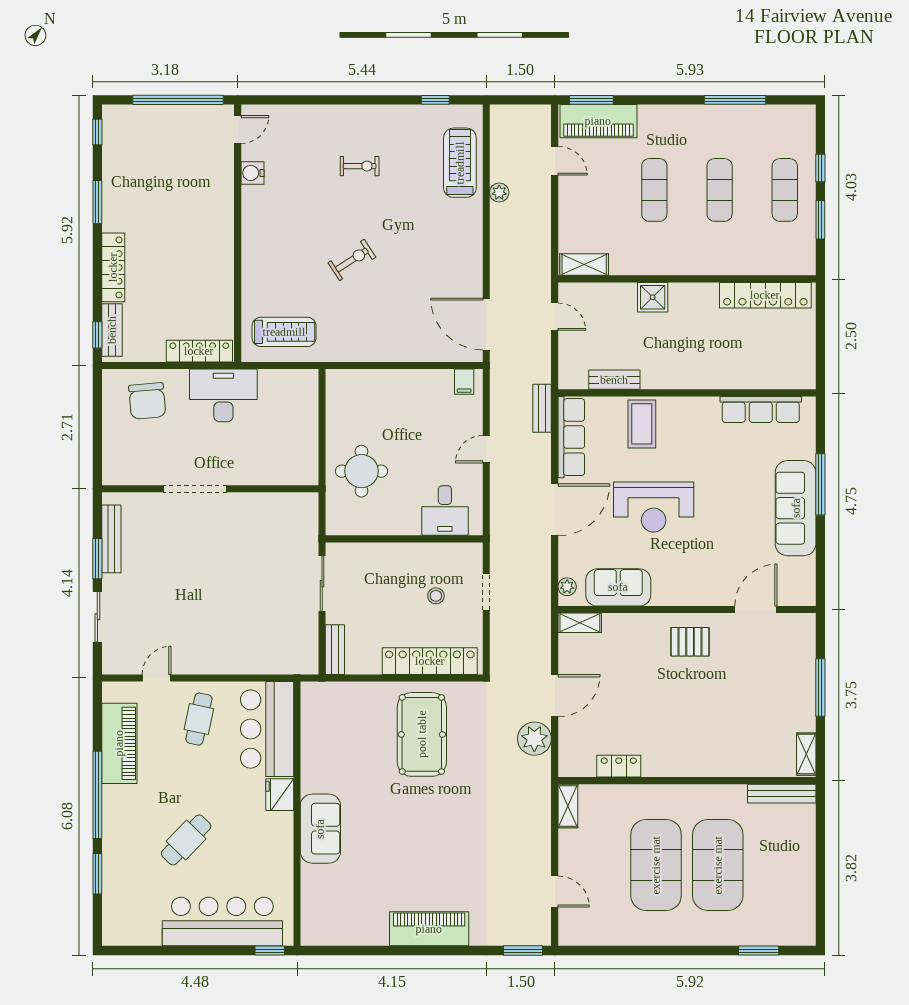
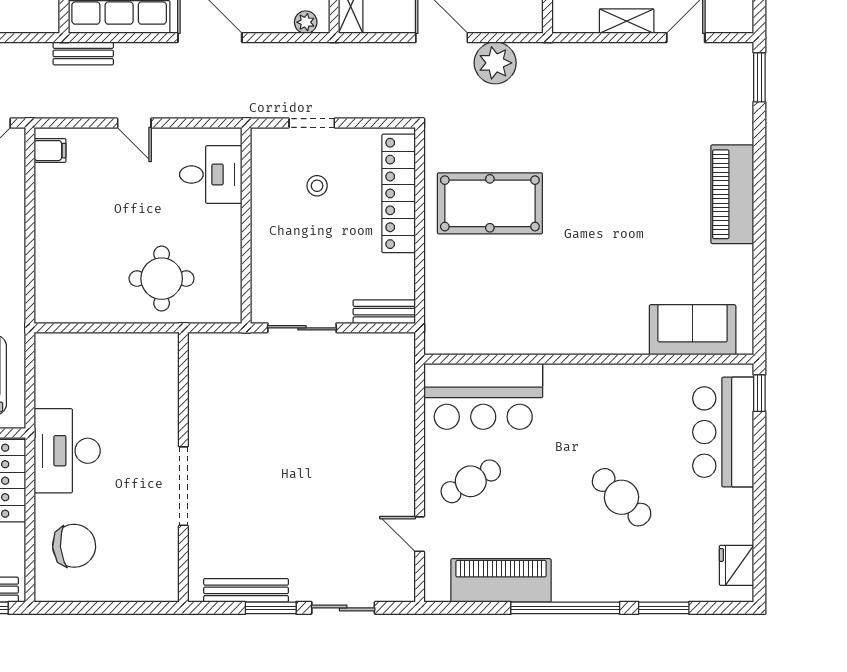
cafe table: (199, 719) -> (471, 481), turned -41
fridge: (280, 795) -> (736, 565), moved, turned 90
shelving: (568, 806) -> (627, 21), moved
sofa: (320, 829) -> (693, 330), moved
bar counter: (222, 922) -> (723, 432), width x0.73

